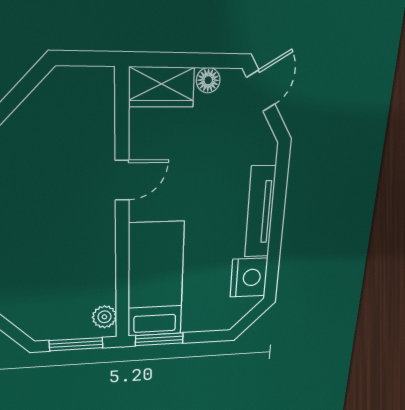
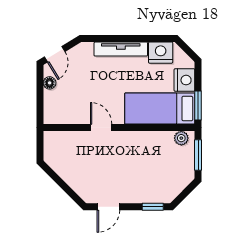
wardrobe: (161, 87) -> (53, 107), removed
door: (261, 91) -> (55, 54), swing flipped
nightstand: (202, 316) -> (184, 80), added

